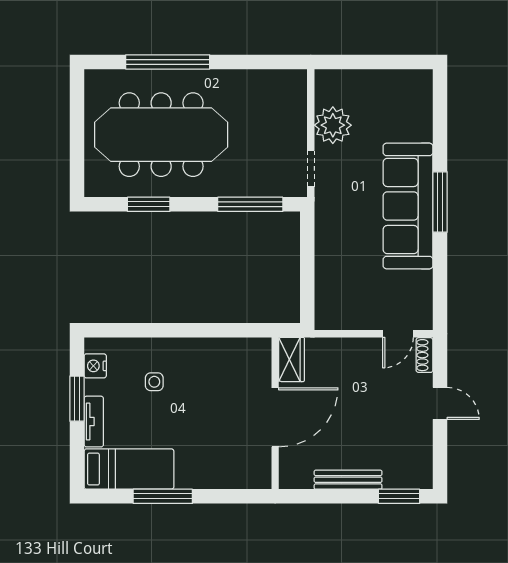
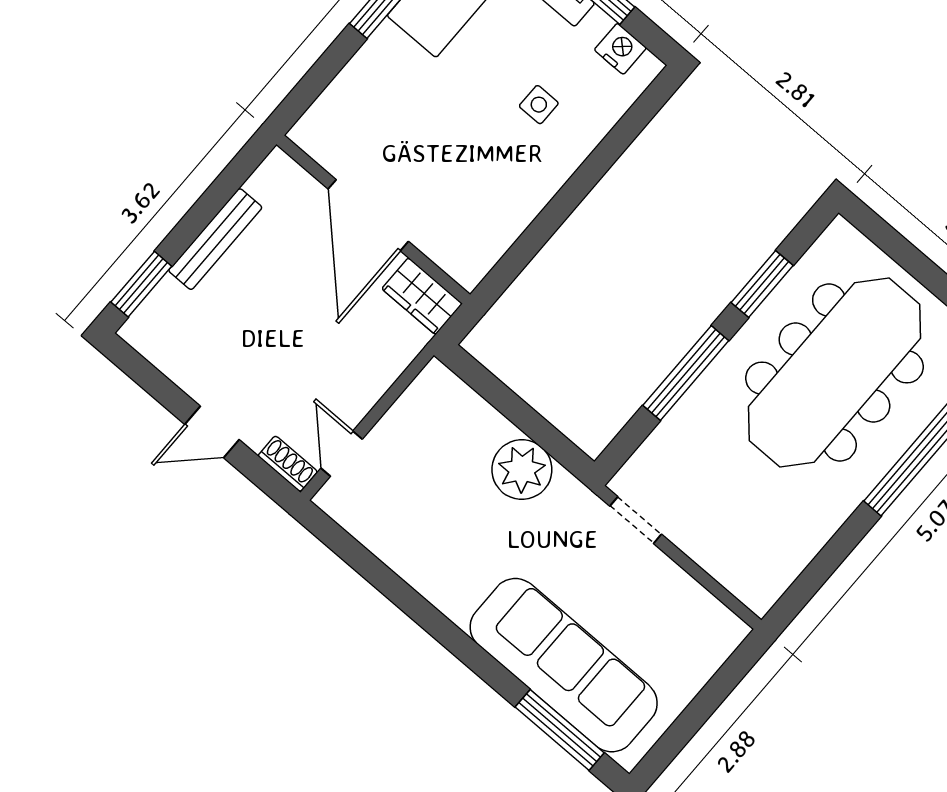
plant: (333, 125) -> (522, 470), moved
window: (440, 202) -> (560, 730), moved
window: (250, 204) -> (686, 373), moved
sofa: (408, 206) -> (564, 665), moved

